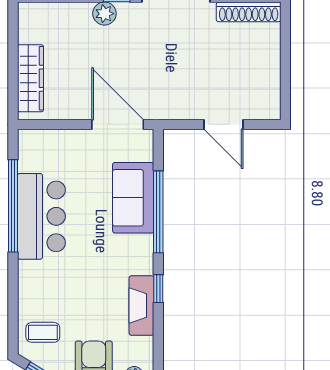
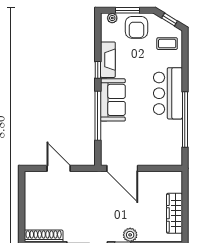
wardrobe: (30, 78) -> (174, 213), moved
sofa: (133, 198) -> (113, 100), moved
bar counter: (41, 216) -> (168, 93), moved

